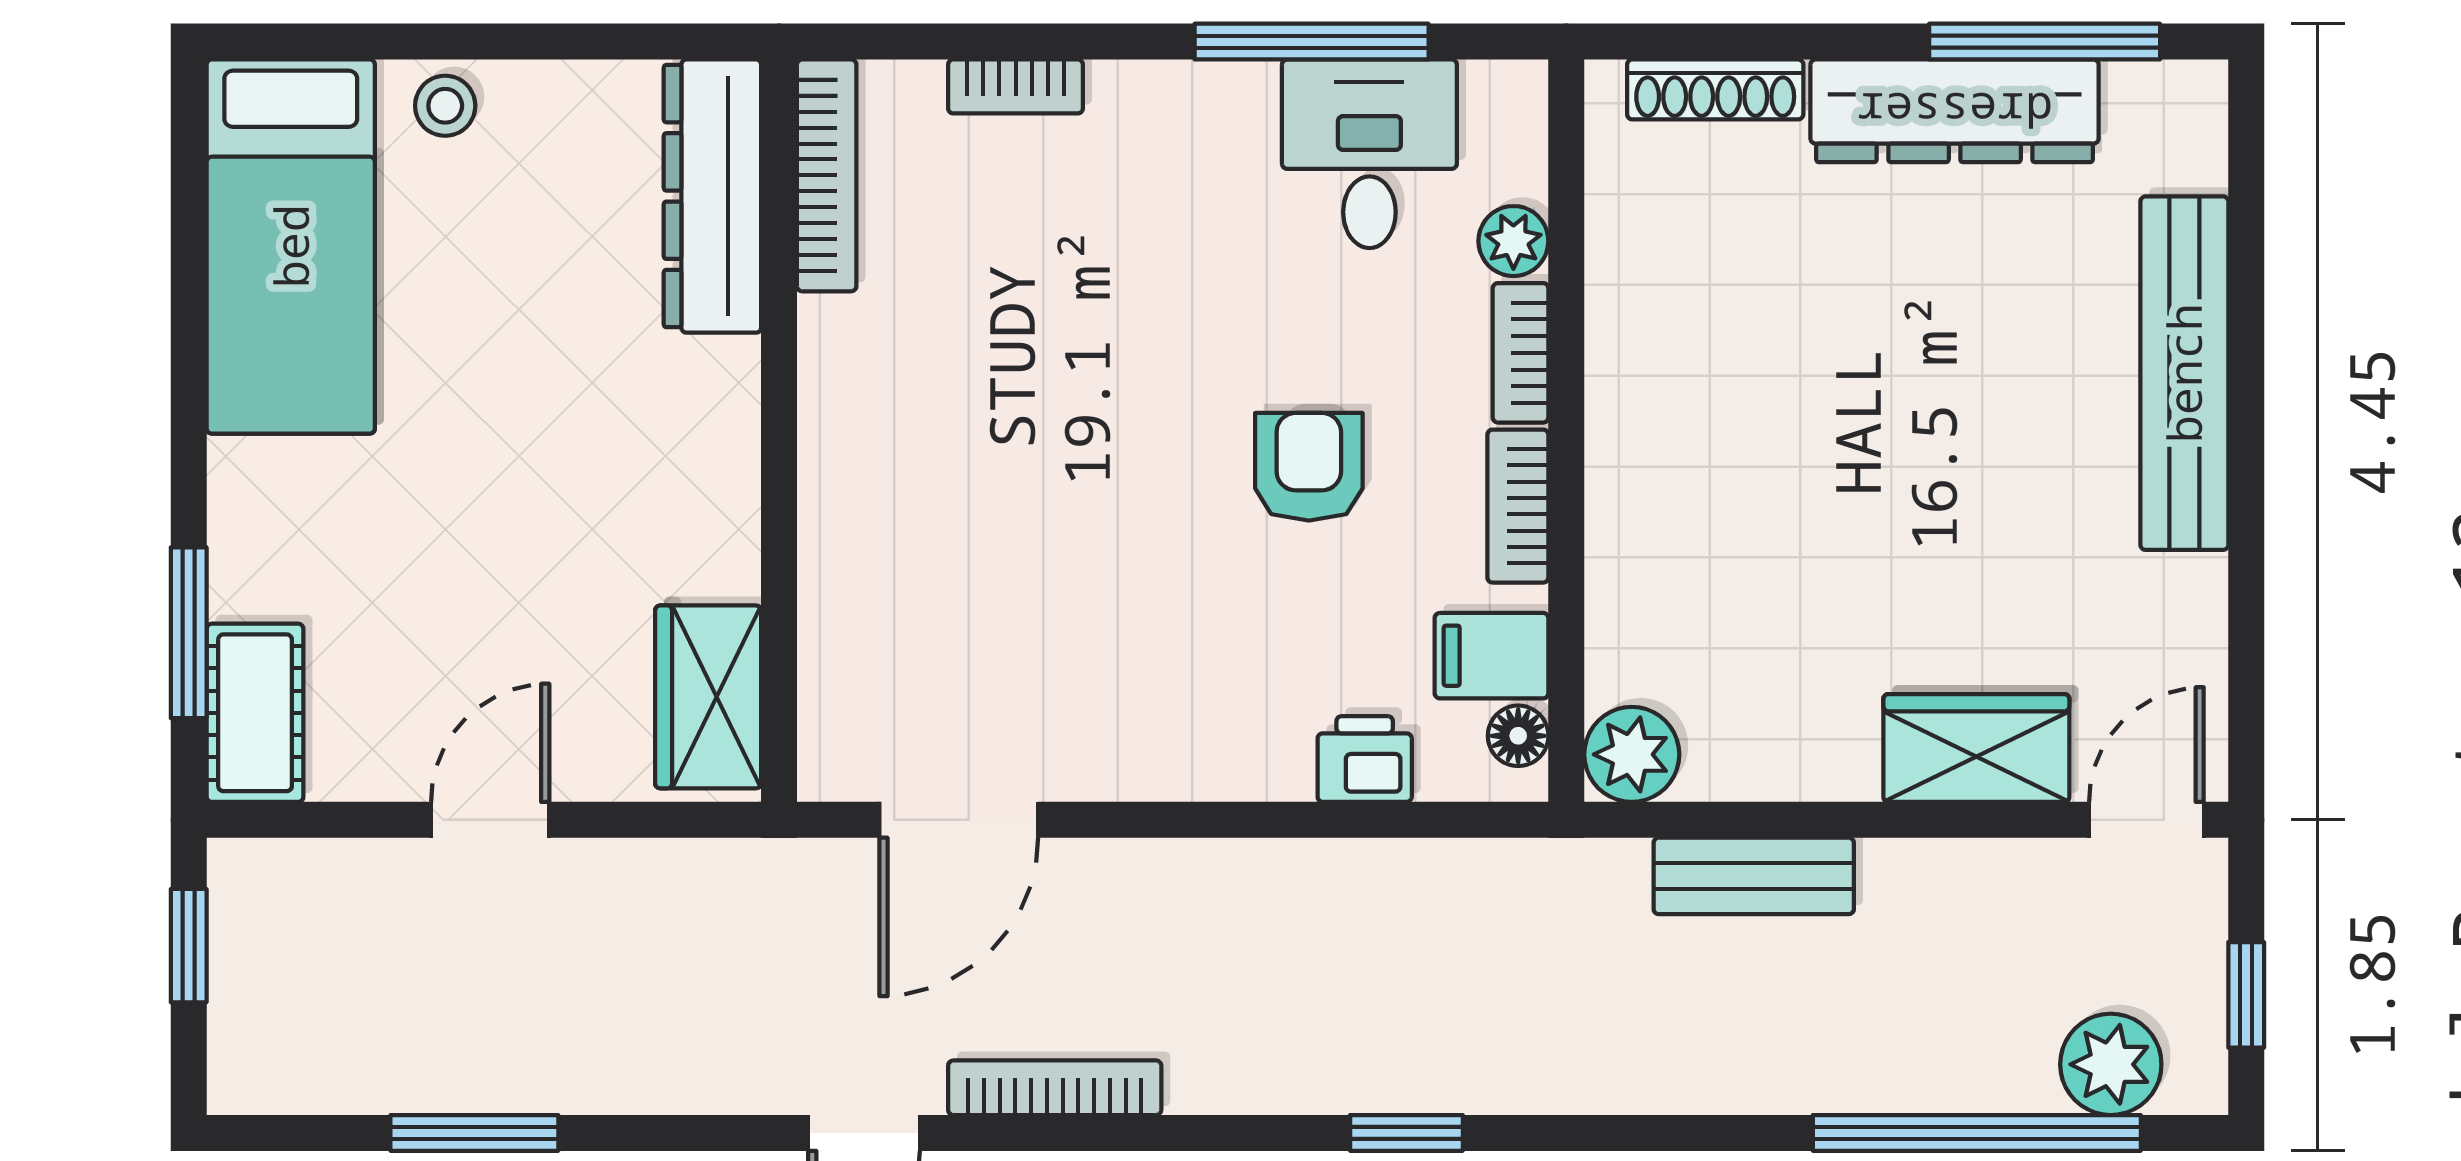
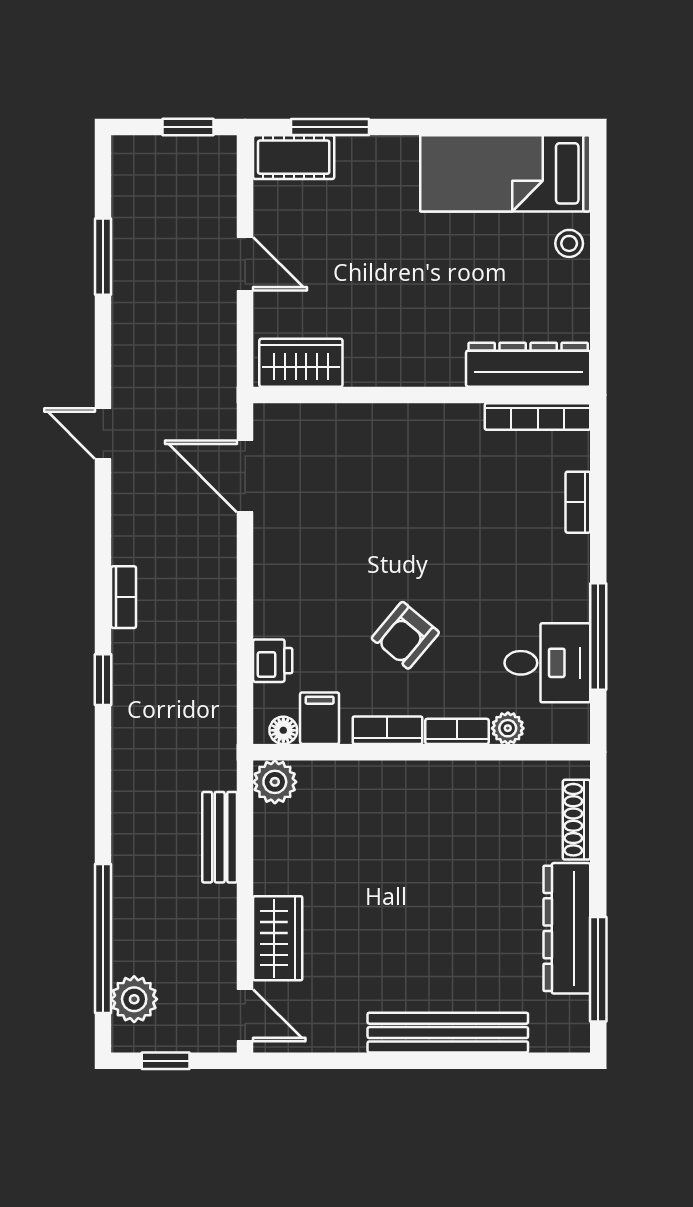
armchair: (1309, 467) -> (405, 635), turned 130
bookcase: (1055, 1088) -> (124, 597), moved, width x0.64

